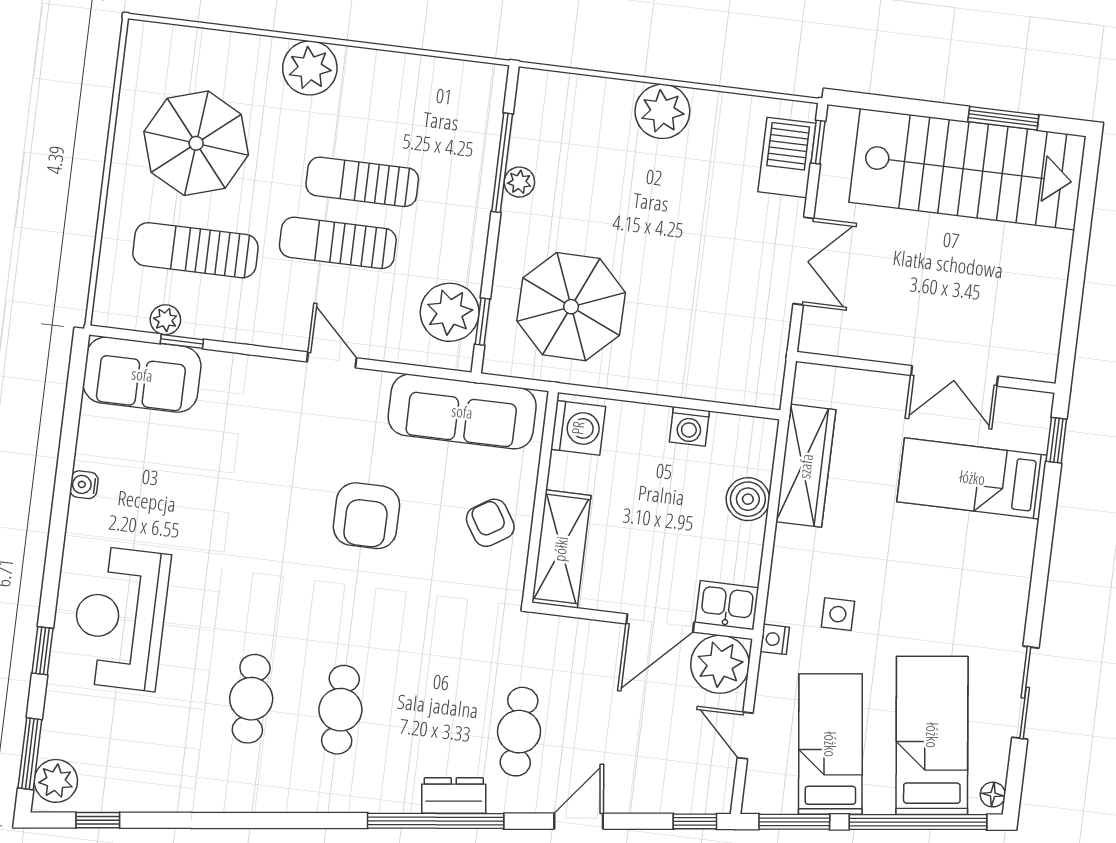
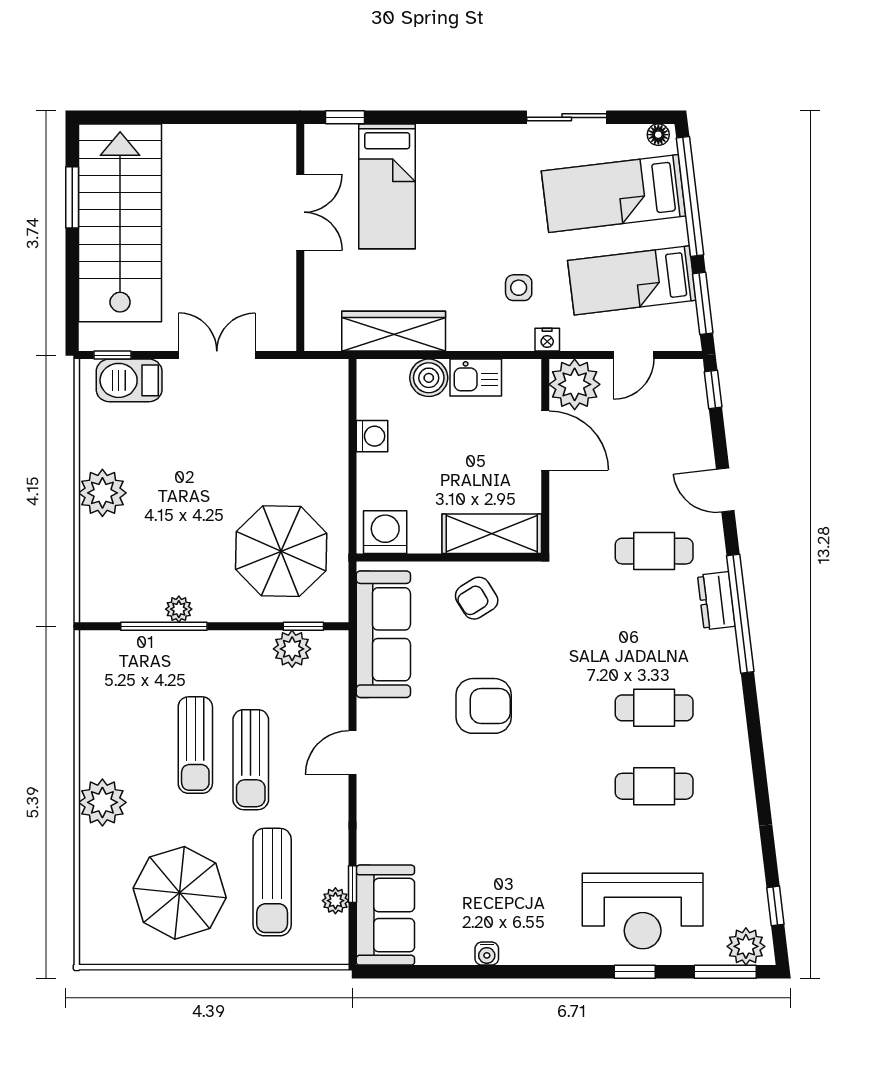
plant: (450, 312) -> (292, 649), width x0.73, depth x0.73
kitchen sink: (727, 605) -> (476, 378), moved, turned -90
reception desk: (120, 618) -> (643, 911), moved

